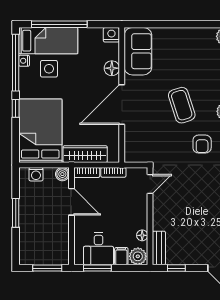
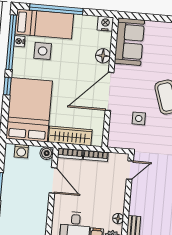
side table: (155, 130) -> (139, 118), added

